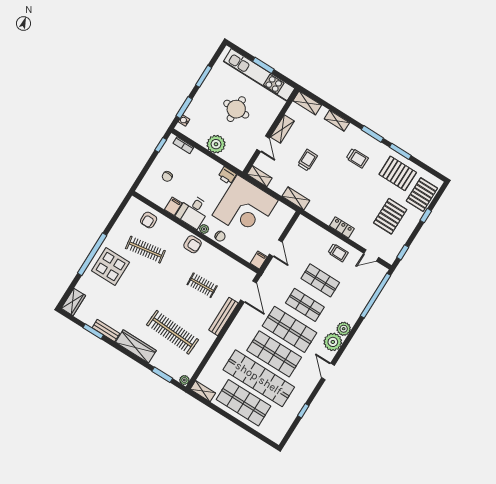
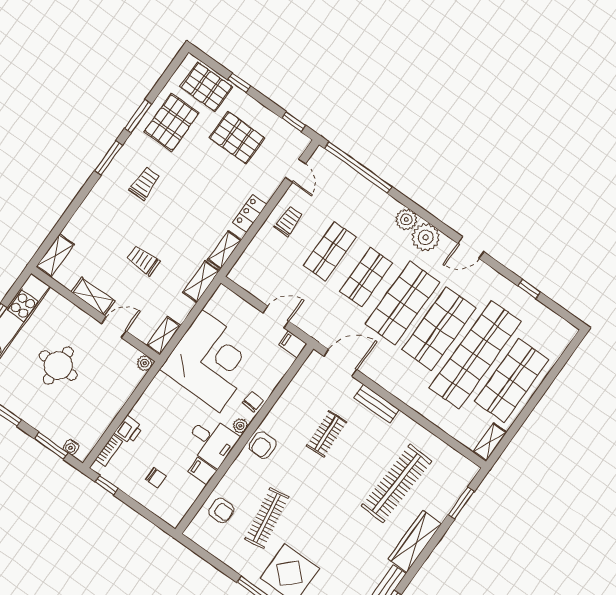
shelving: (337, 121) -> (225, 250), moved
plant: (216, 144) -> (145, 363), moved, width x0.53, depth x0.53
printer: (227, 176) -> (129, 430), moved
armchair: (193, 244) -> (263, 445), turned 180
bench: (223, 316) -> (377, 404), width x0.73
plant: (184, 380) -> (471, 470), removed

